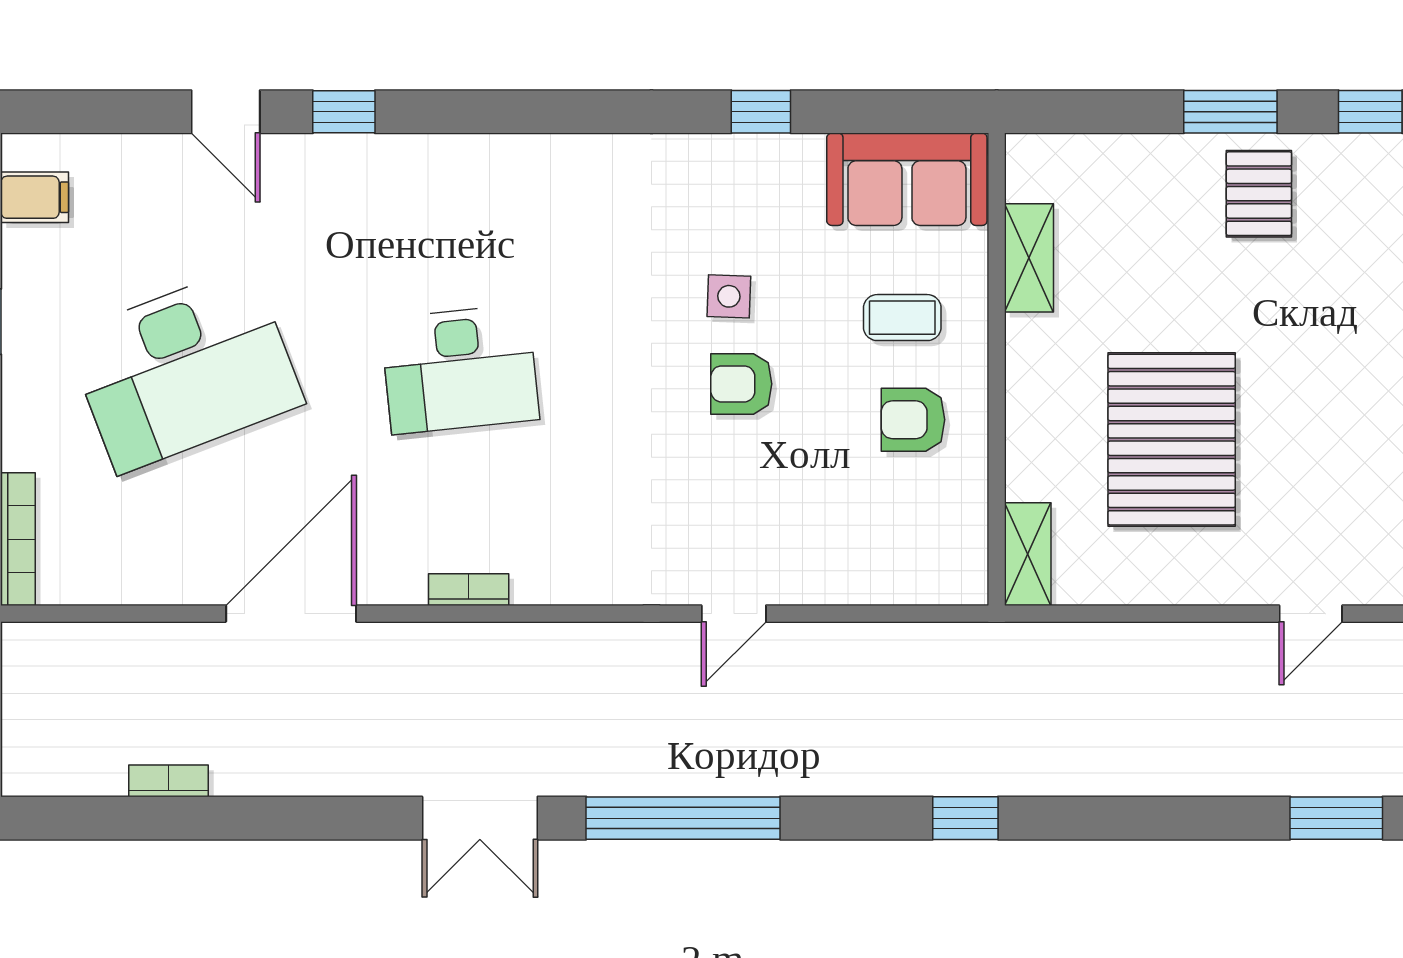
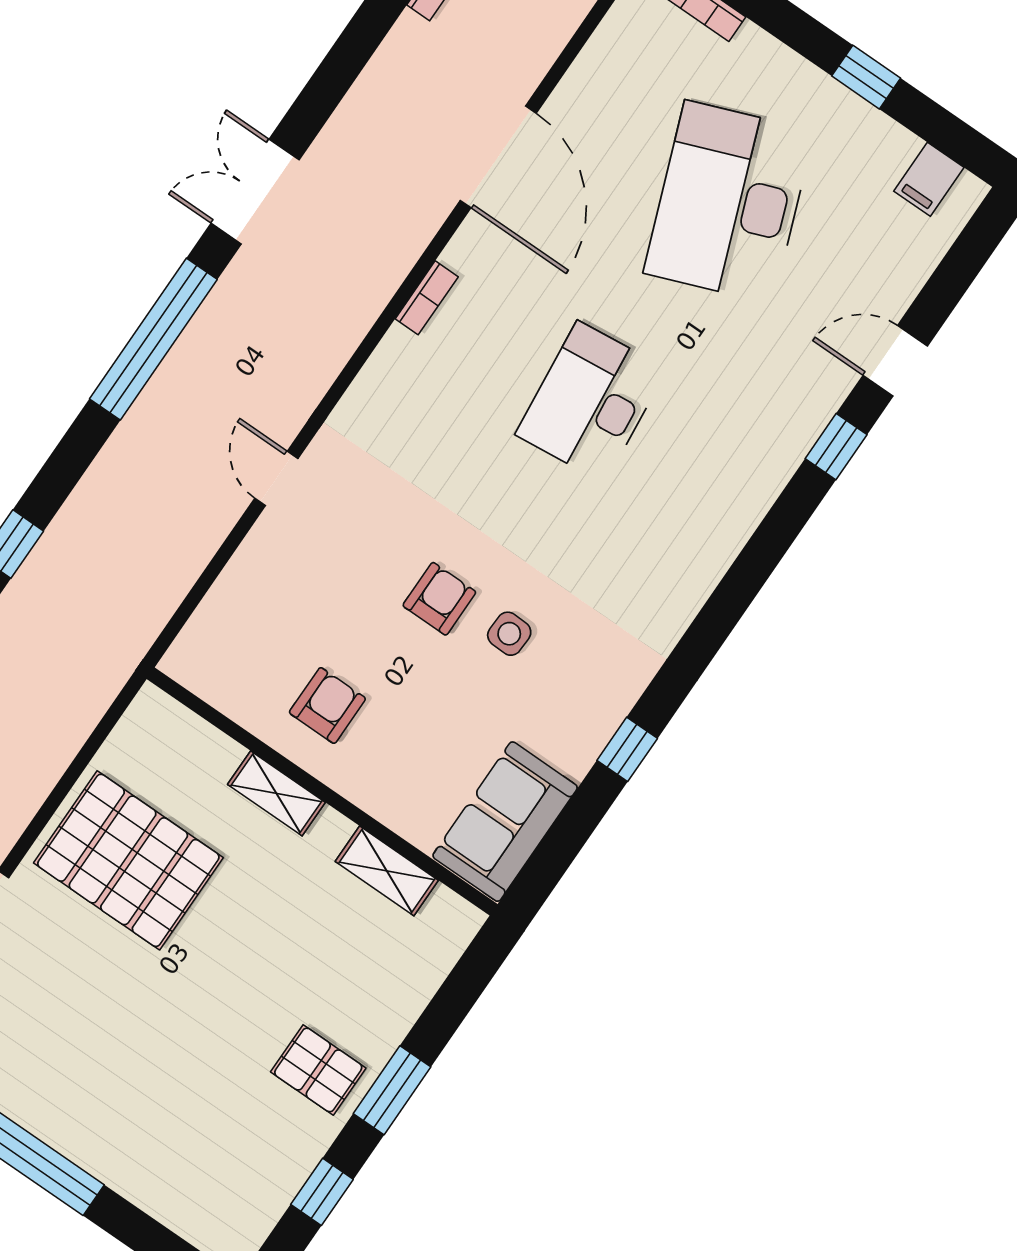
coffee table: (902, 318) -> (407, 749), removed
pallet: (1172, 440) -> (128, 860), moved
shelving: (1028, 554) -> (276, 793), moved

